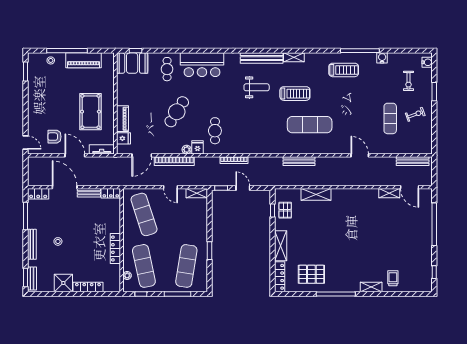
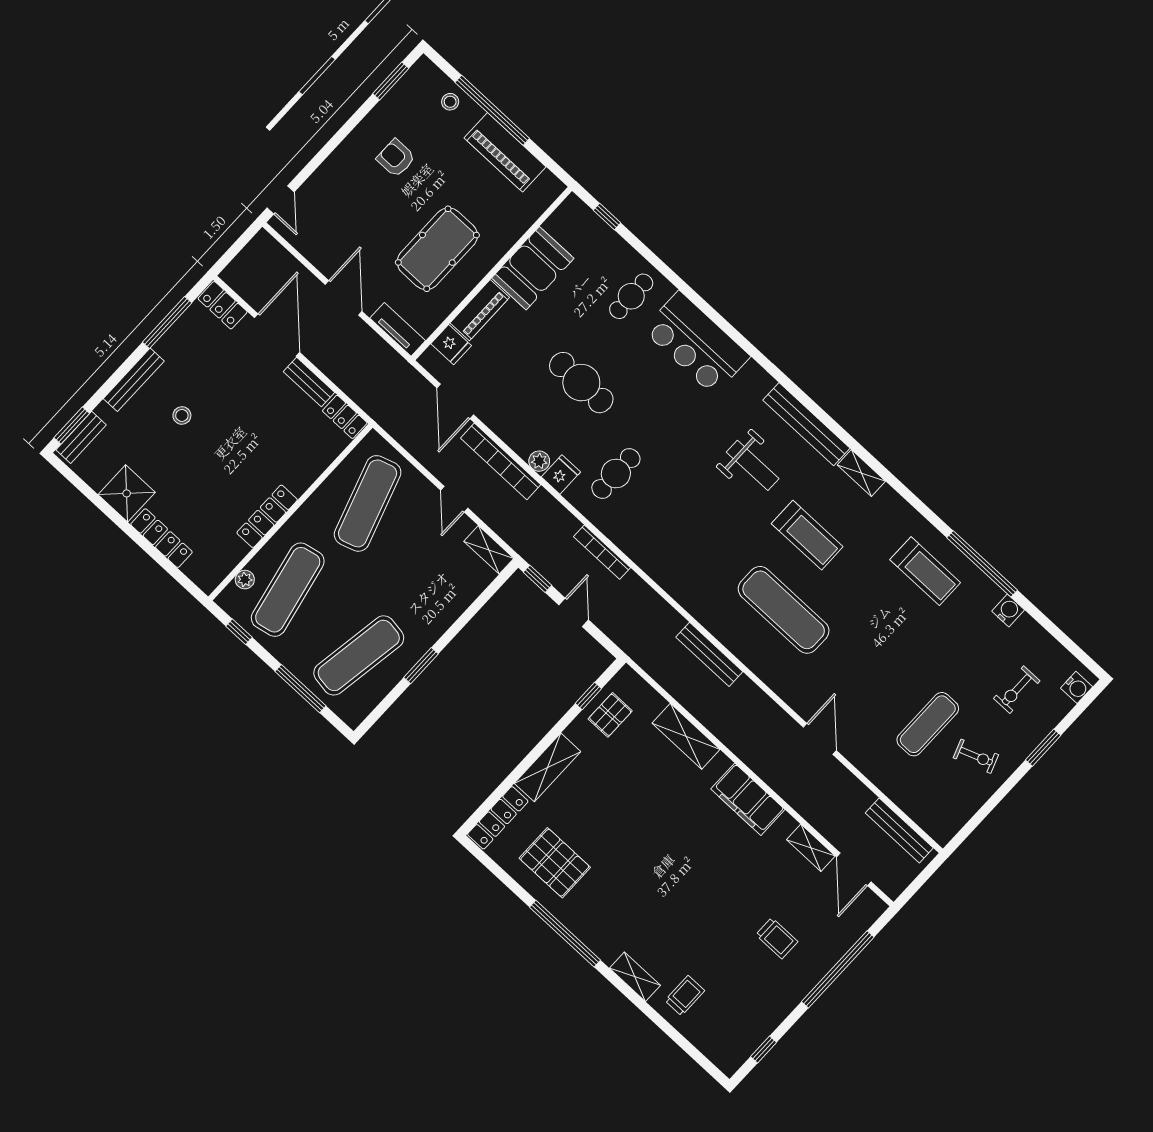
booth: (132, 63) -> (533, 268), moved, turned 90
cafe table: (177, 112) -> (581, 383), turned 58
armchair: (54, 137) -> (396, 158), moved
door: (142, 155) -> (455, 401), hinge flipped
filing cabinet: (355, 196) -> (748, 799), added
trolley: (405, 232) -> (777, 938), added

